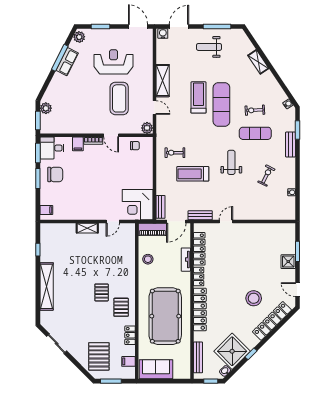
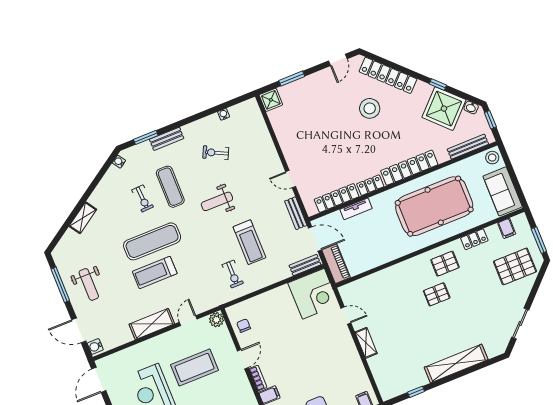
stool: (148, 259) -> (492, 158), moved
shower: (288, 262) -> (271, 100), moved

